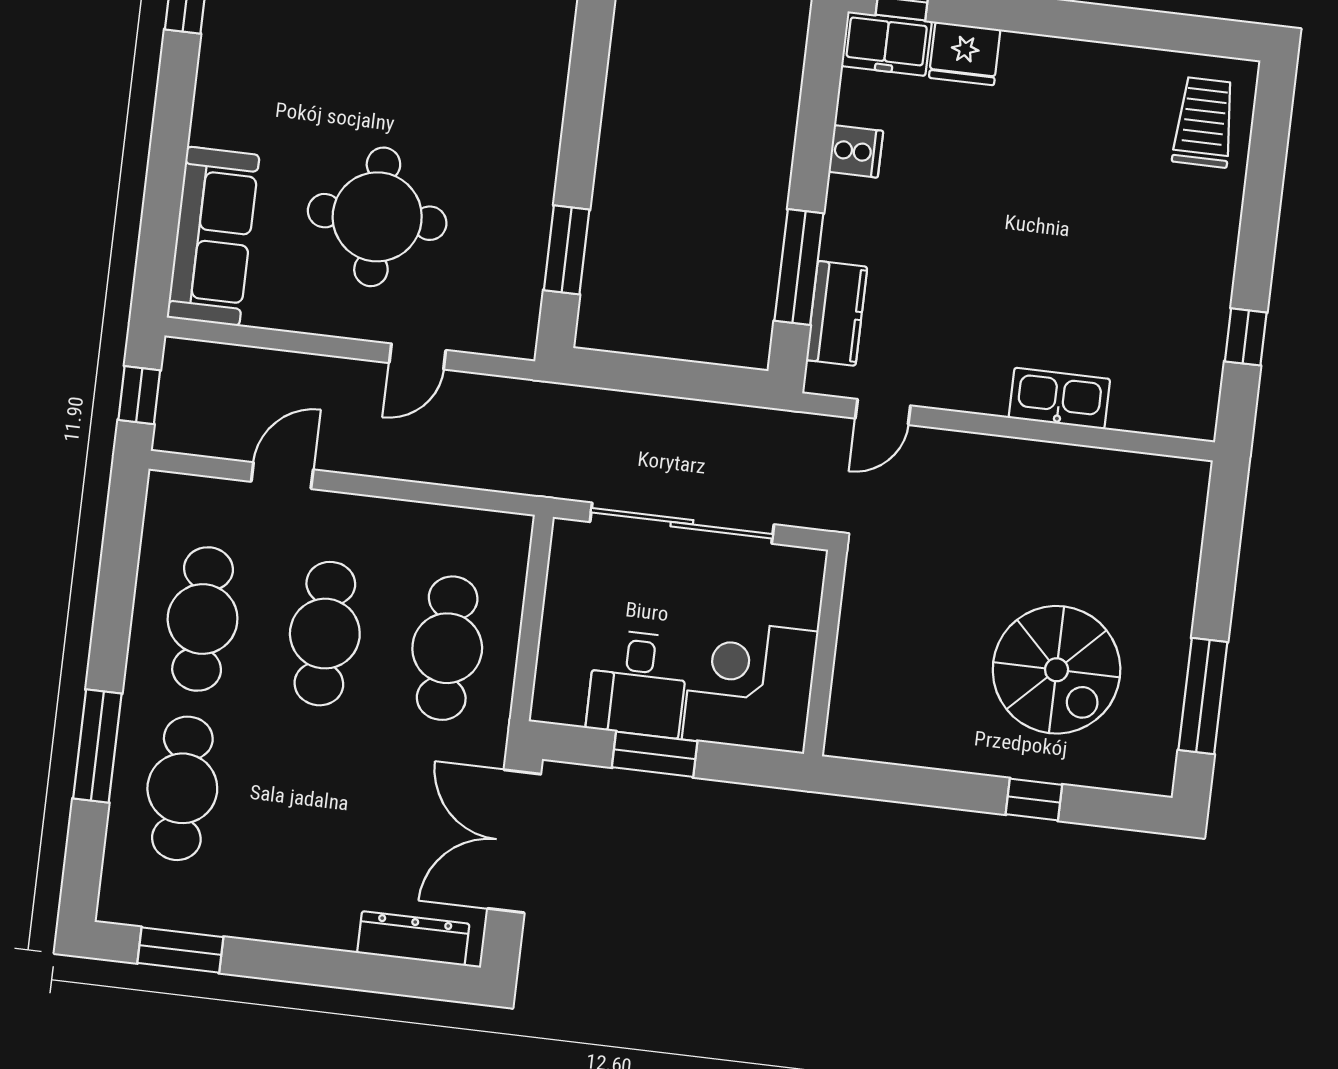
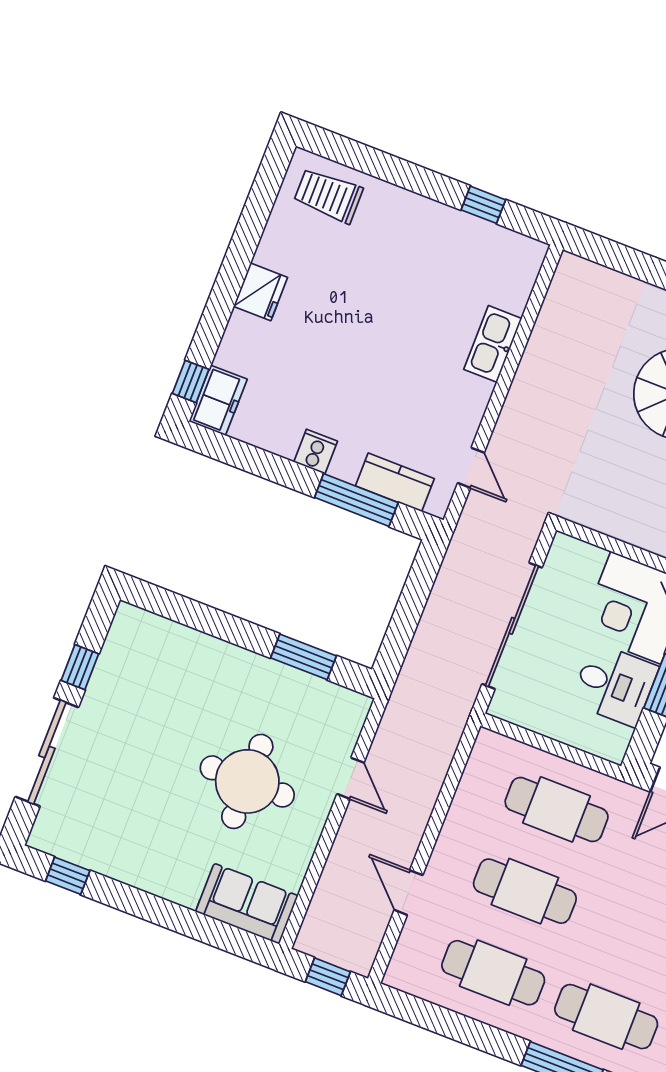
fridge: (965, 54) -> (261, 292), moved
cooker: (856, 151) -> (316, 452), moved
sofa: (213, 236) -> (247, 904), width x0.73

